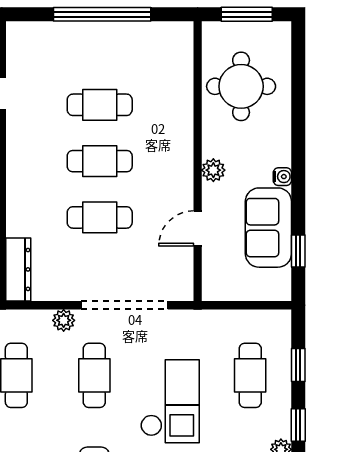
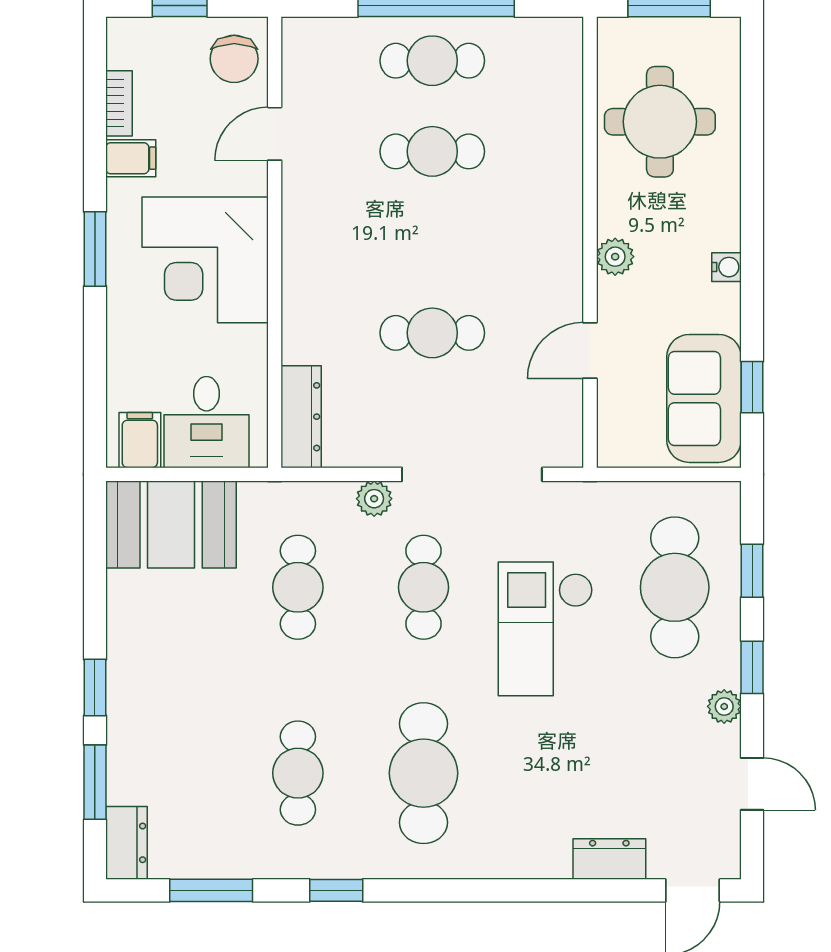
cafe table: (100, 161) -> (432, 61), moved
sofa: (268, 228) -> (704, 398), moved
cafe table: (250, 375) -> (675, 587), width x1.37, depth x1.35
checkout: (170, 401) -> (545, 629), turned 180

